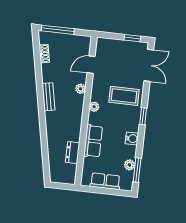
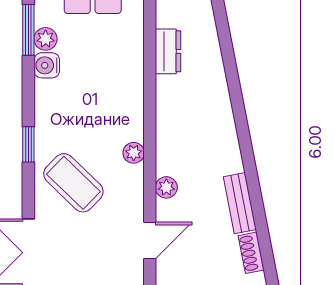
coffee table: (124, 96) -> (73, 183), turned 44
bench: (48, 97) -> (240, 203), moved
water cooler: (132, 139) -> (47, 65), moved
row of seats: (93, 141) -> (128, 80), removed

